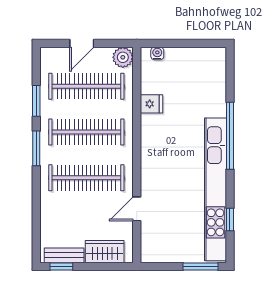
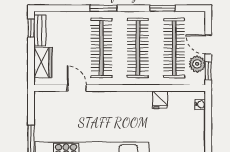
window: (115, 43) -> (208, 71), added
plant: (123, 57) -> (197, 64), moved
window: (36, 148) -> (104, 8), moved

